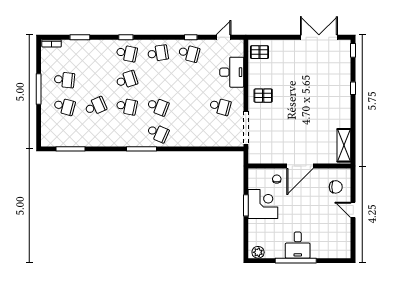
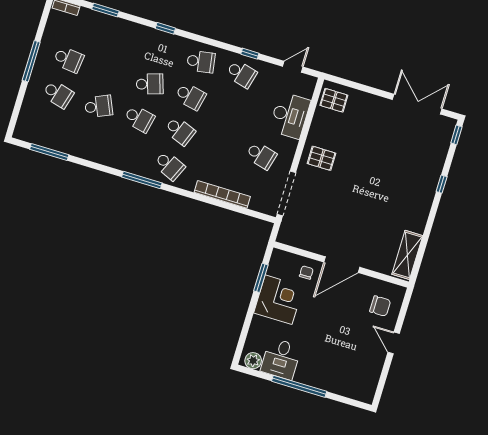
school desk: (127, 53) -> (190, 96), moved
bookcase: (201, 142) -> (222, 194), added
window: (246, 205) -> (261, 278), moved
desk: (298, 245) -> (281, 359), moved

